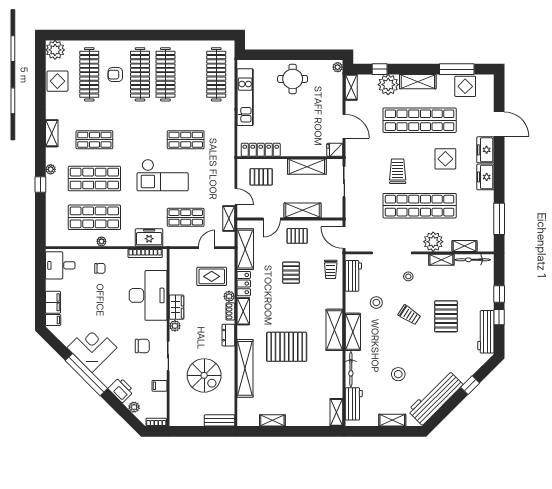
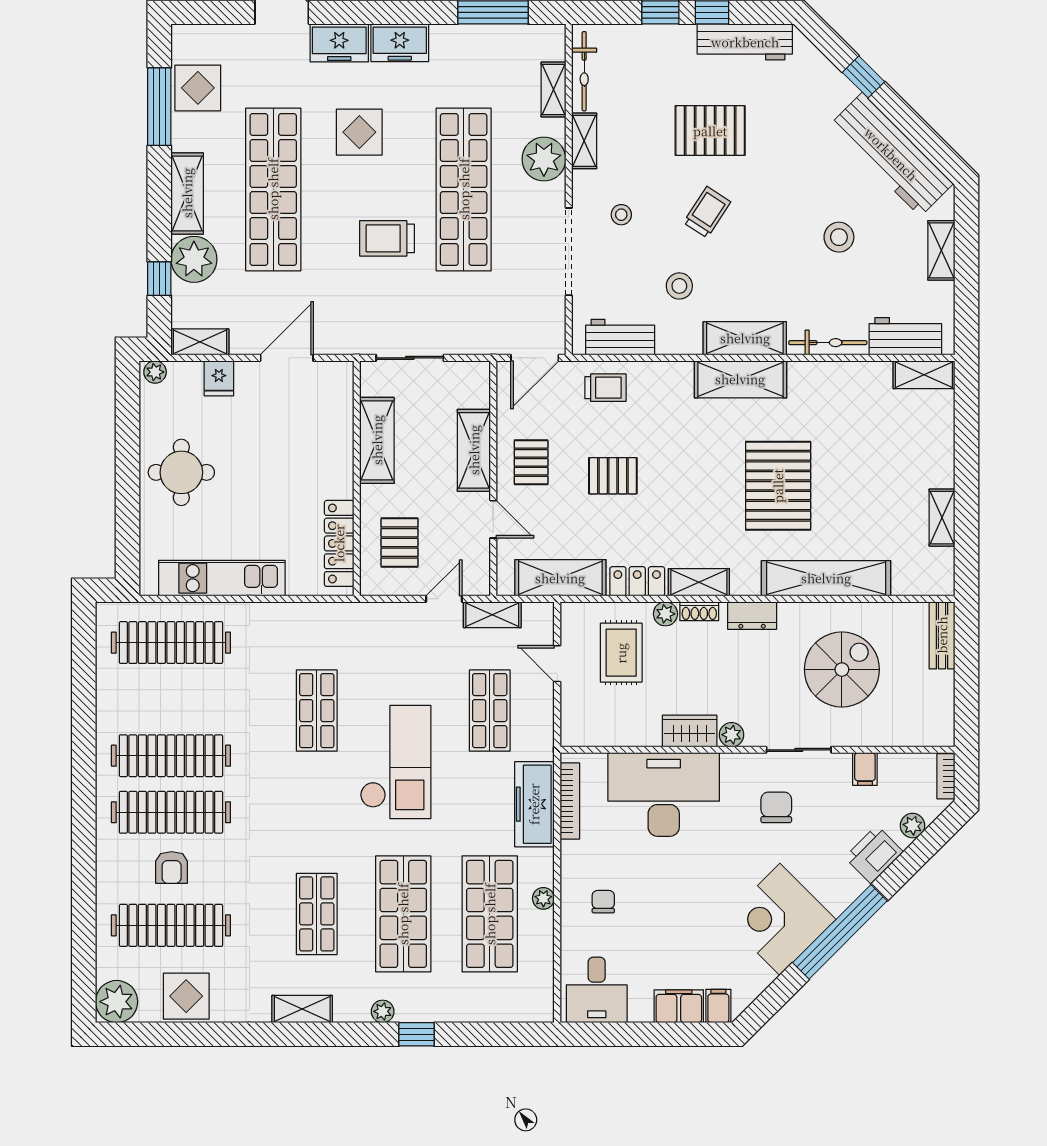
fridge: (335, 150) -> (219, 378), moved
freezer: (149, 237) -> (534, 804), width x1.40

